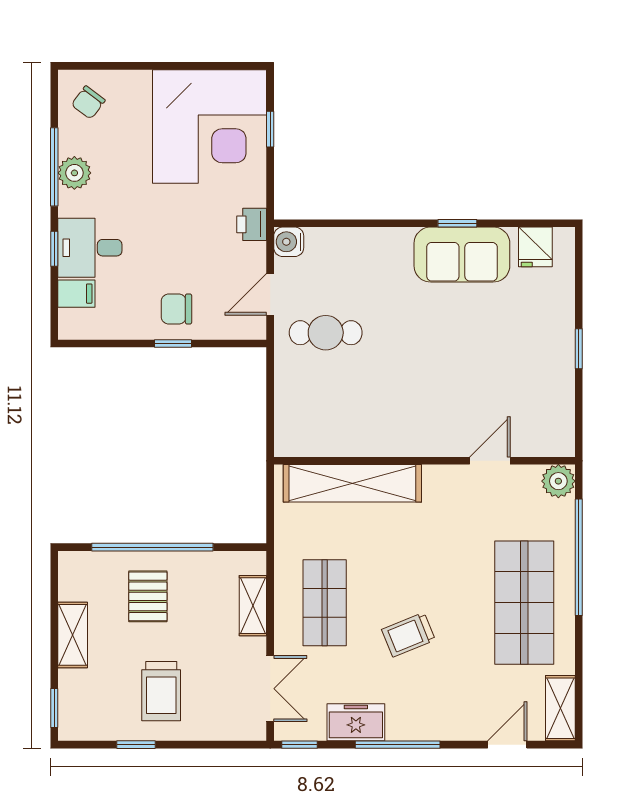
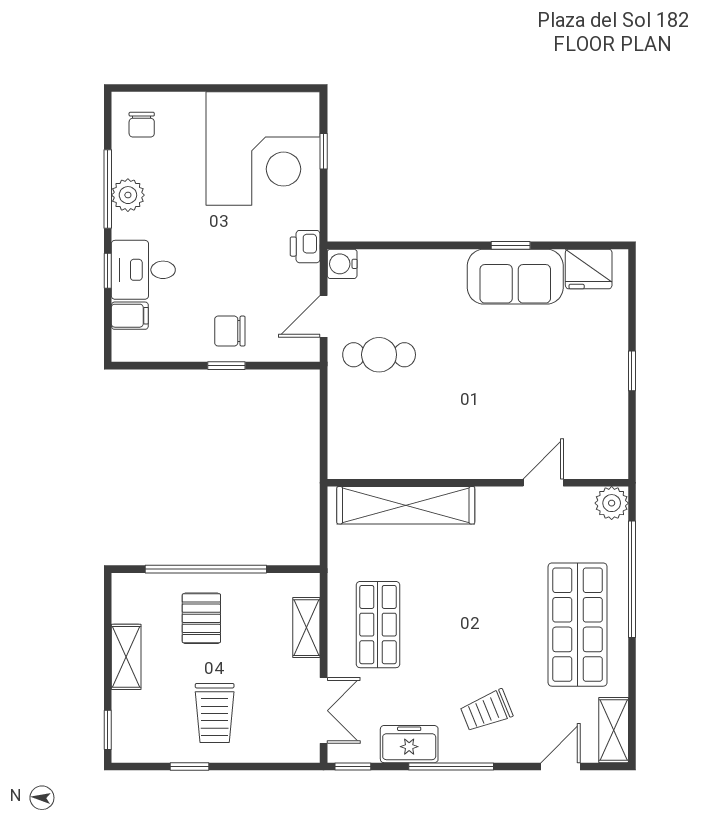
chair: (88, 102) -> (142, 125), turned -37
fridge: (535, 247) -> (589, 269), width x1.38
trolley: (408, 635) -> (486, 711), moved

